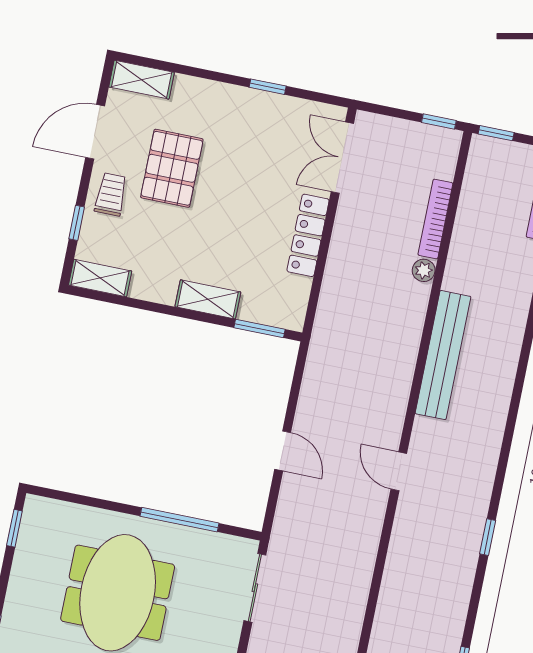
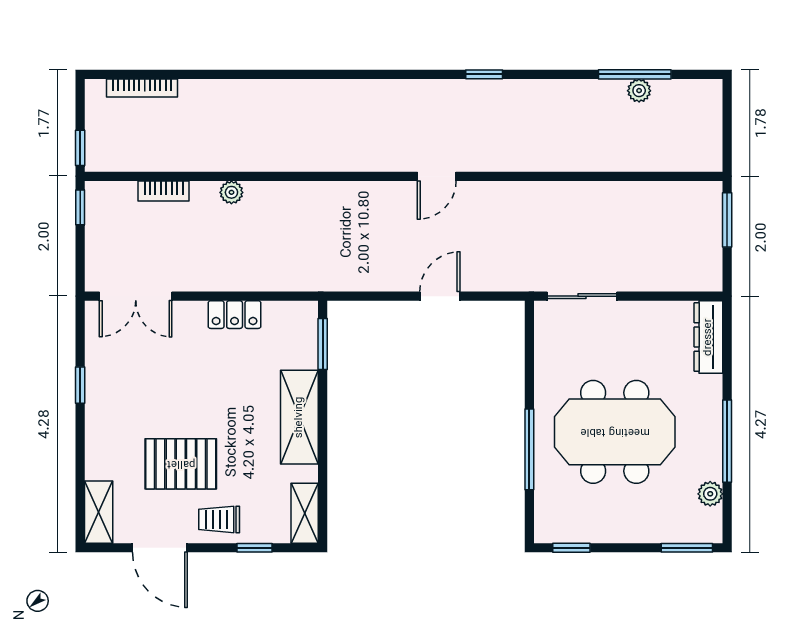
bookcase: (435, 219) -> (164, 191), width x0.64
locker: (308, 235) -> (235, 315), width x0.66
shelving: (208, 299) -> (299, 417), width x1.50, depth x1.33
bench: (443, 355) -> (312, 156), removed
window: (179, 520) -> (529, 449), moved

